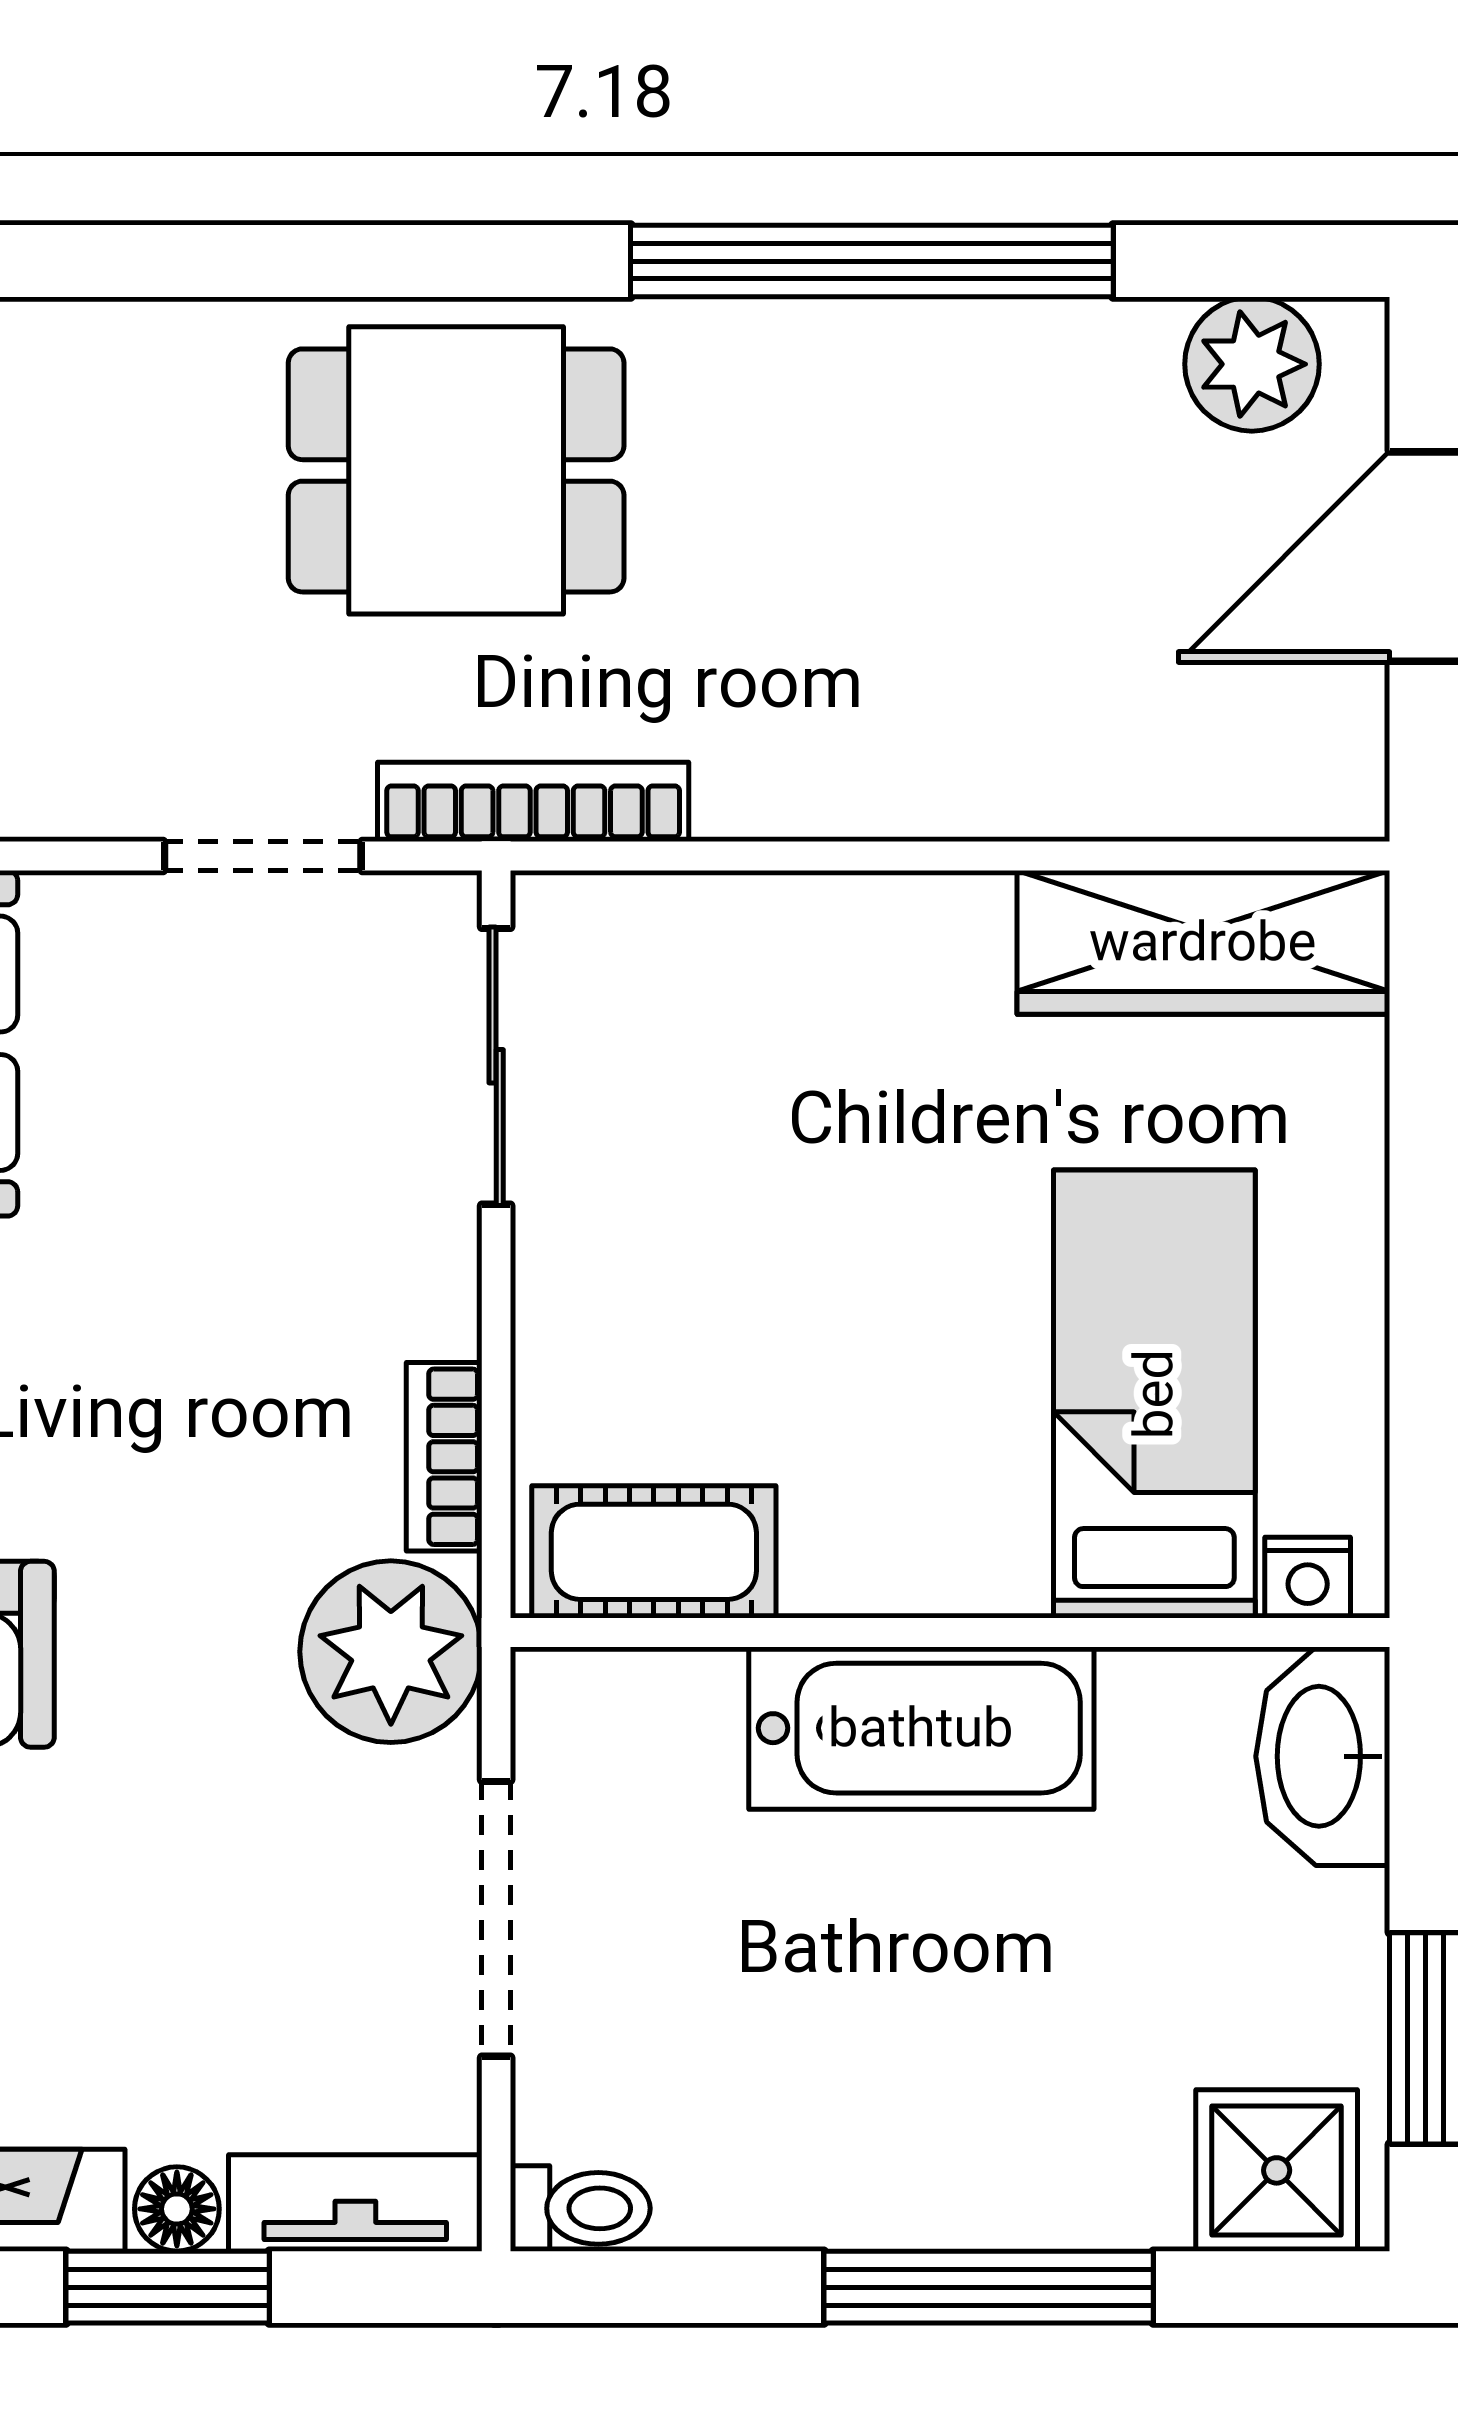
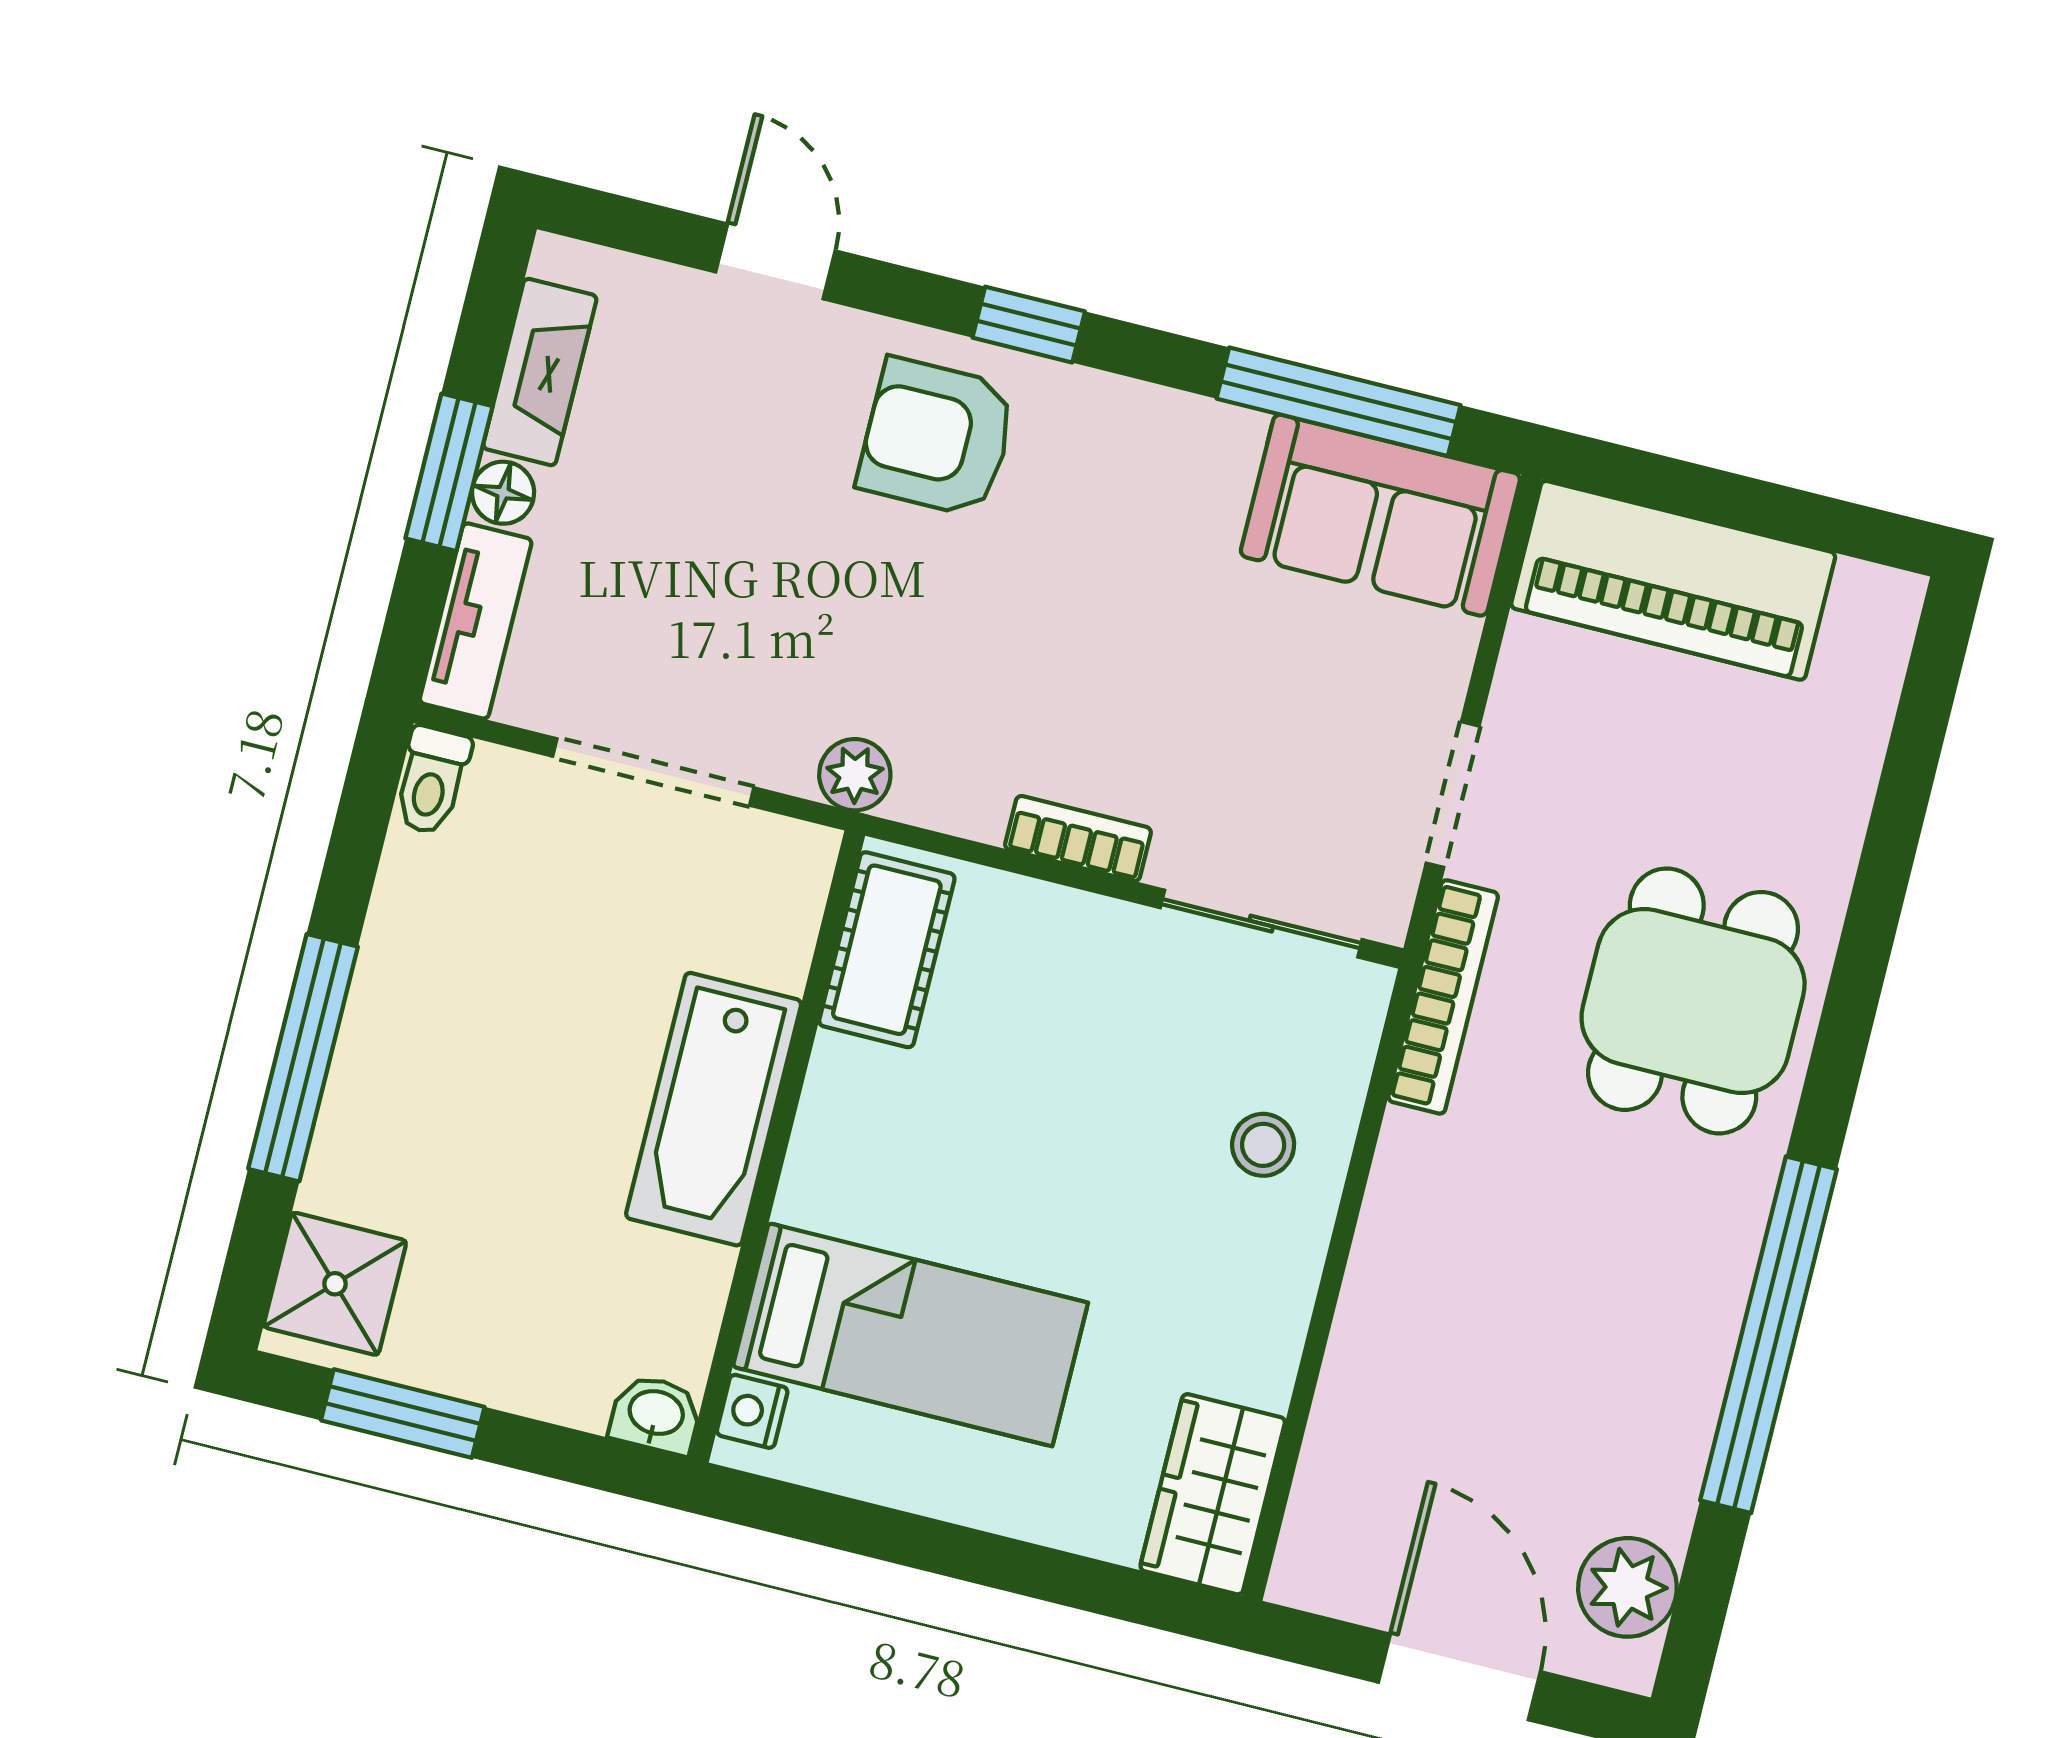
wardrobe: (1203, 942) -> (1213, 1494), width x0.67
stool: (788, 991) -> (1263, 1145), added
bookcase: (444, 1457) -> (1078, 838), moved
plant: (391, 1652) -> (855, 775), width x0.53, depth x0.53
washbasin: (1323, 1756) -> (656, 1414), width x0.52, depth x0.69

